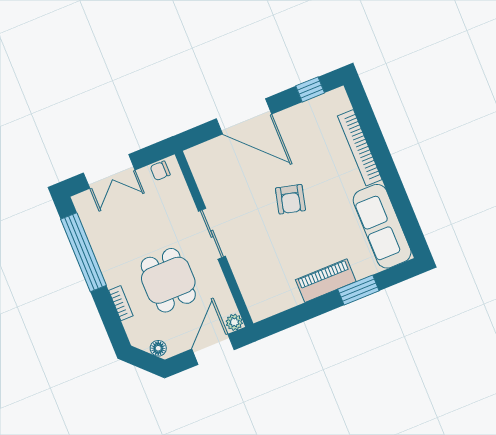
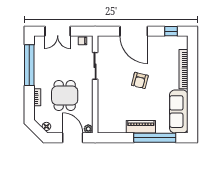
sliding door: (212, 234) -> (95, 66), moved
window: (358, 290) -> (155, 138), width x2.11
door: (213, 349) -> (73, 138), hinge flipped

